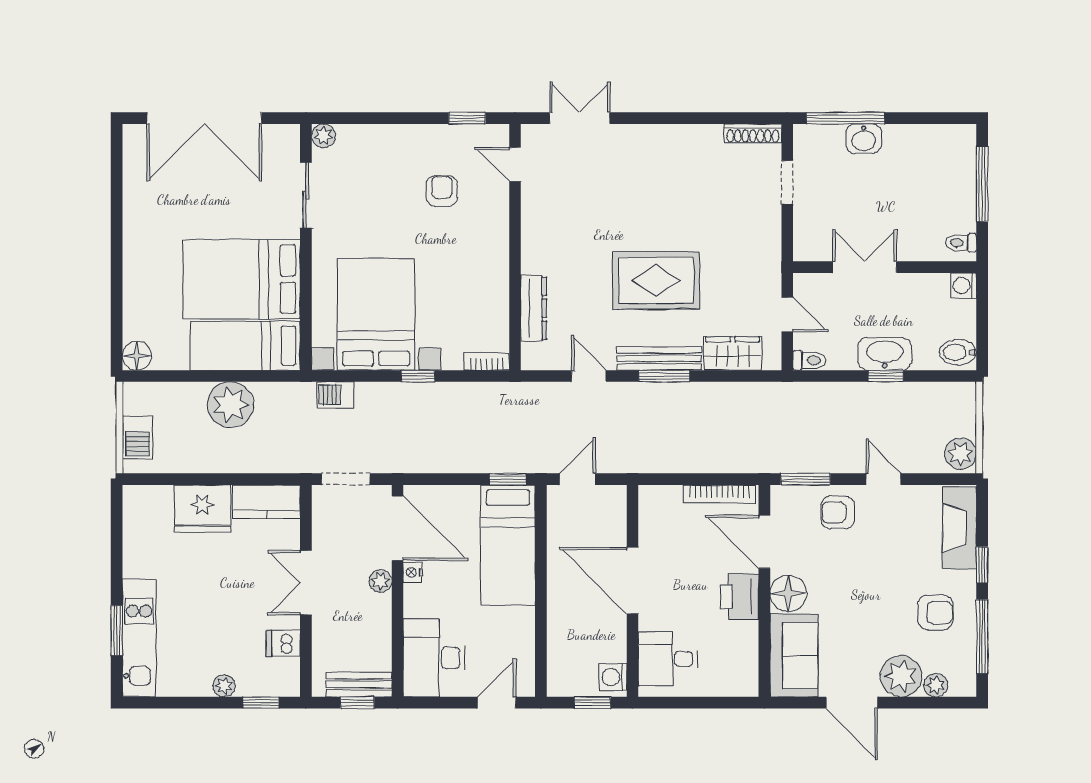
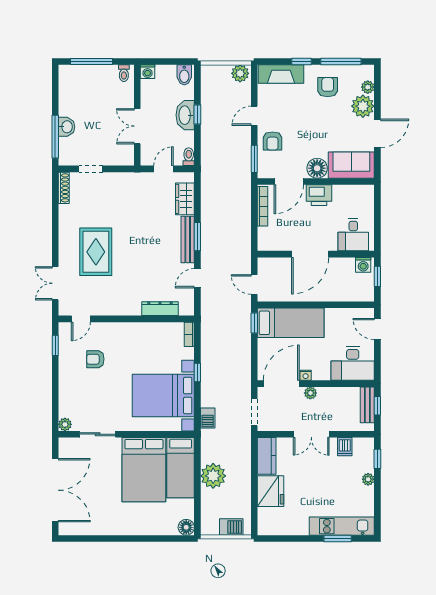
rug: (656, 280) -> (96, 252), moved

